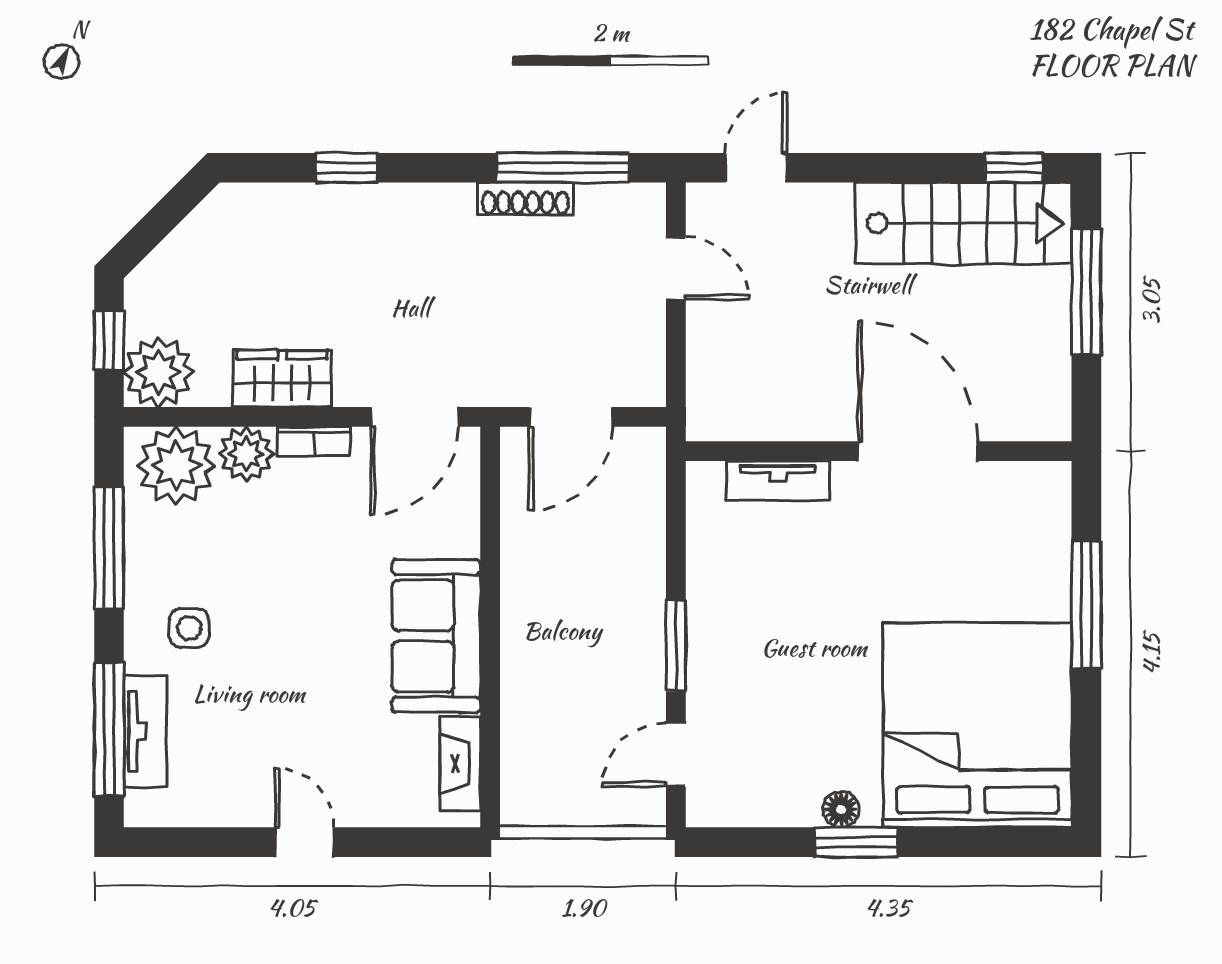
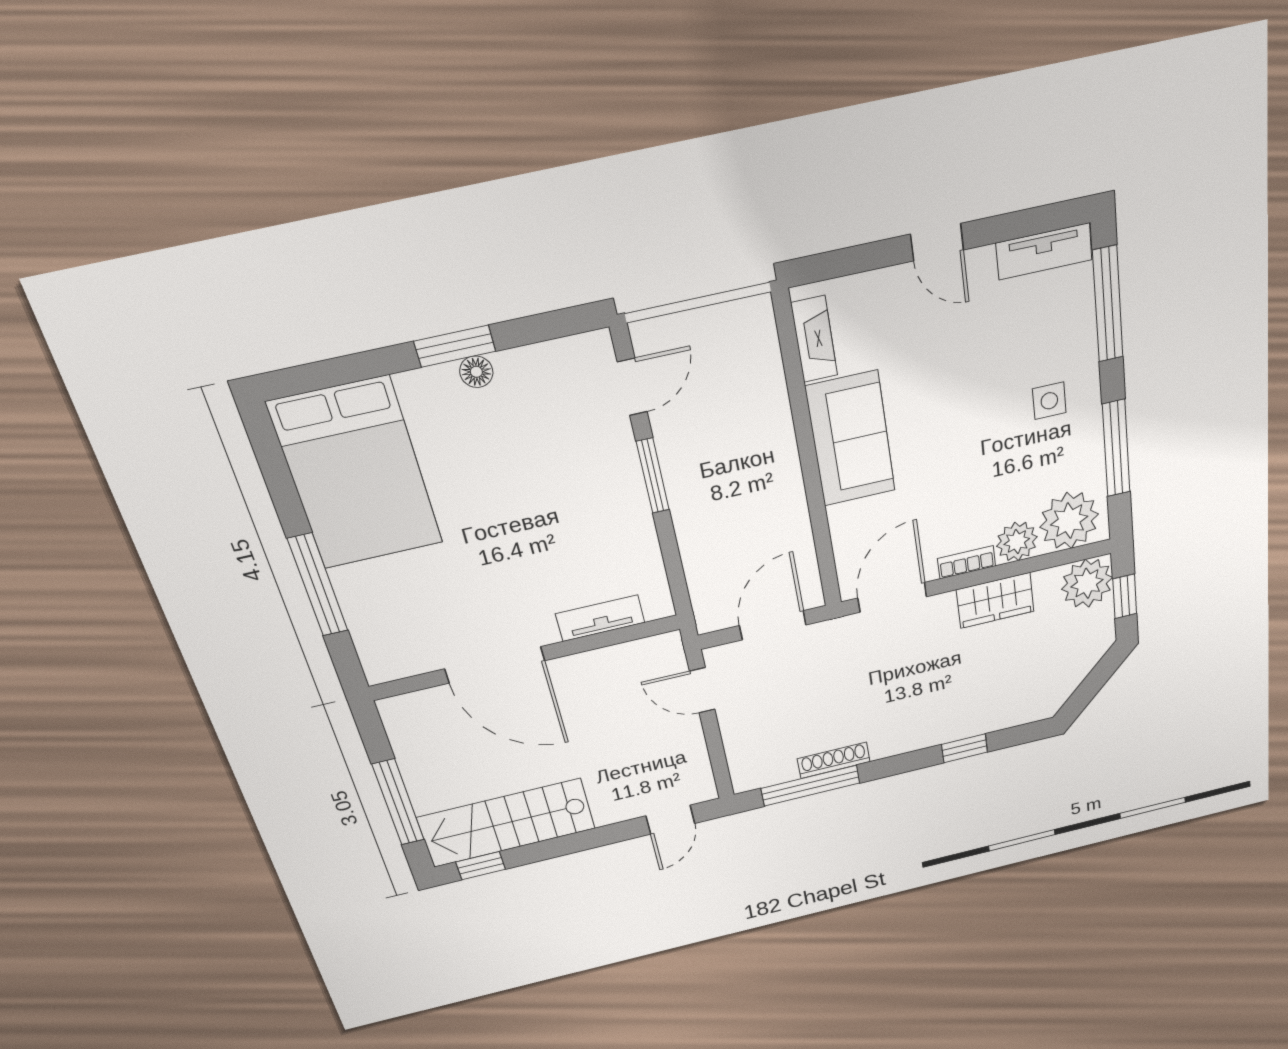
door: (676, 268) -> (702, 690), moved
bed: (978, 725) -> (356, 474), width x0.73
tv unit: (145, 731) -> (1044, 251), moved, turned -90

